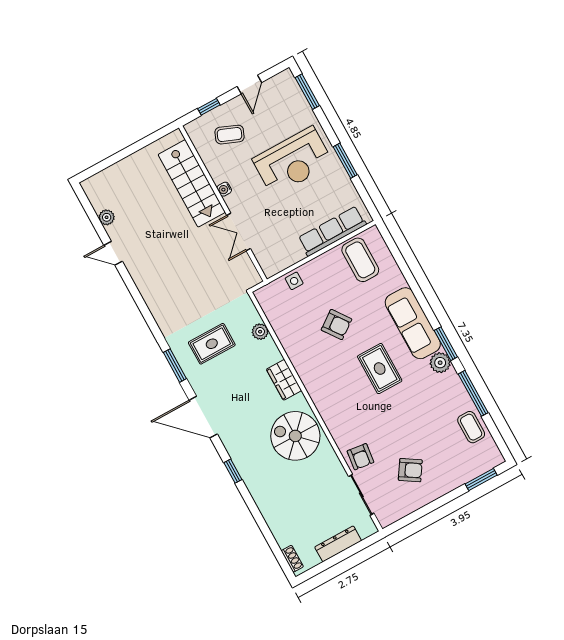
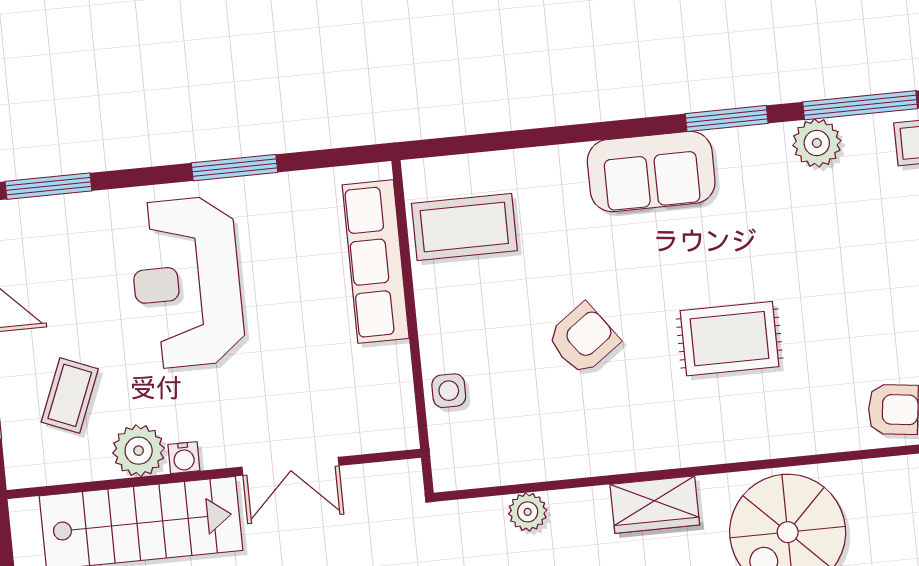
reception desk: (293, 161) -> (187, 282), turned 180
plant: (219, 170) -> (139, 451), added
sofa: (413, 323) -> (651, 171), width x0.73
plant: (440, 363) -> (817, 143), moved
rug: (380, 369) -> (730, 339), moved

